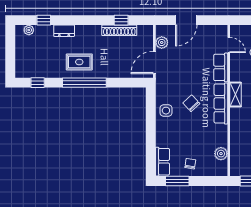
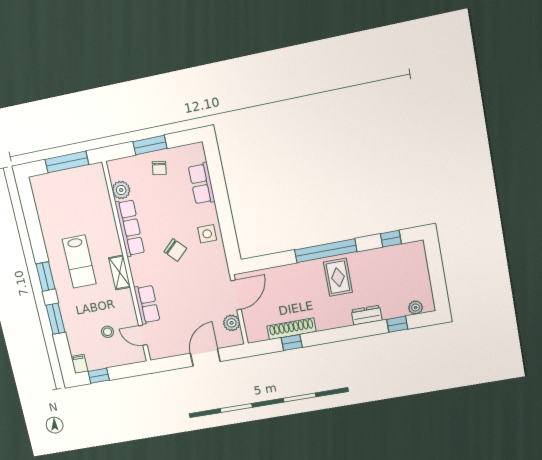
rug: (79, 62) -> (338, 277), turned 90
row of seats: (221, 104) -> (130, 228), moved
row of seats: (162, 162) -> (202, 184), moved
window: (177, 181) -> (150, 145), moved

